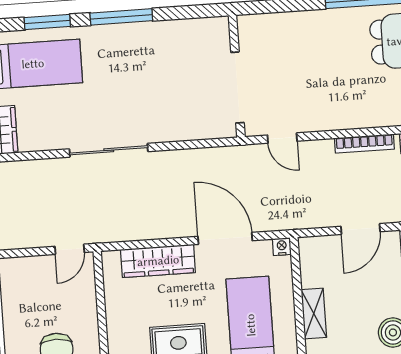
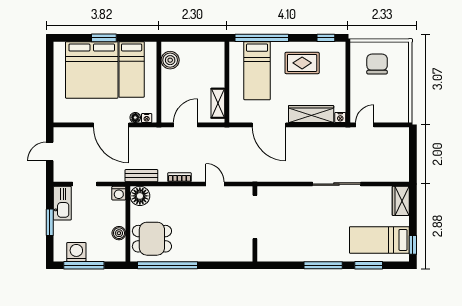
door: (282, 138) -> (215, 184), moved
bookcase: (364, 144) -> (180, 177), width x0.64
nightstand: (282, 247) -> (340, 118), moved
shelving: (314, 313) -> (218, 103), moved

